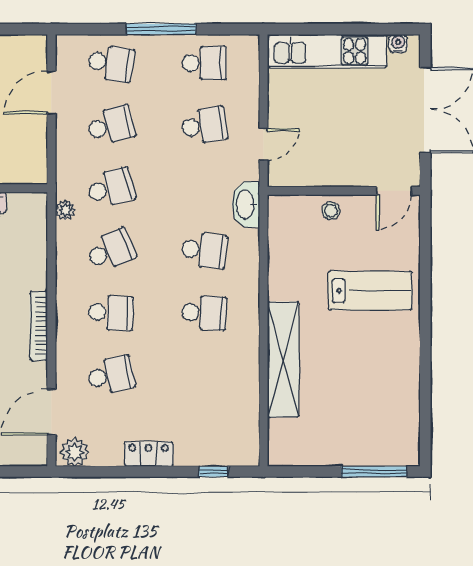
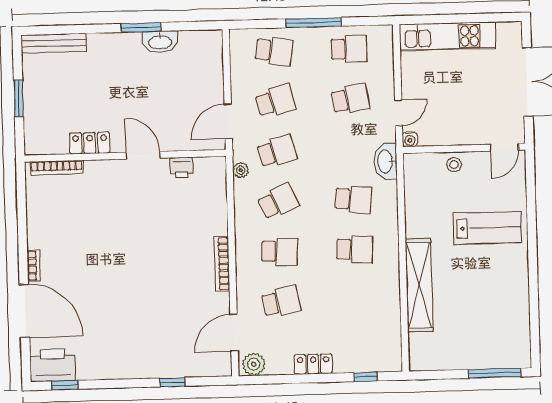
water cooler: (398, 44) -> (410, 139), moved, turned 180
door: (51, 92) -> (228, 121), moved

